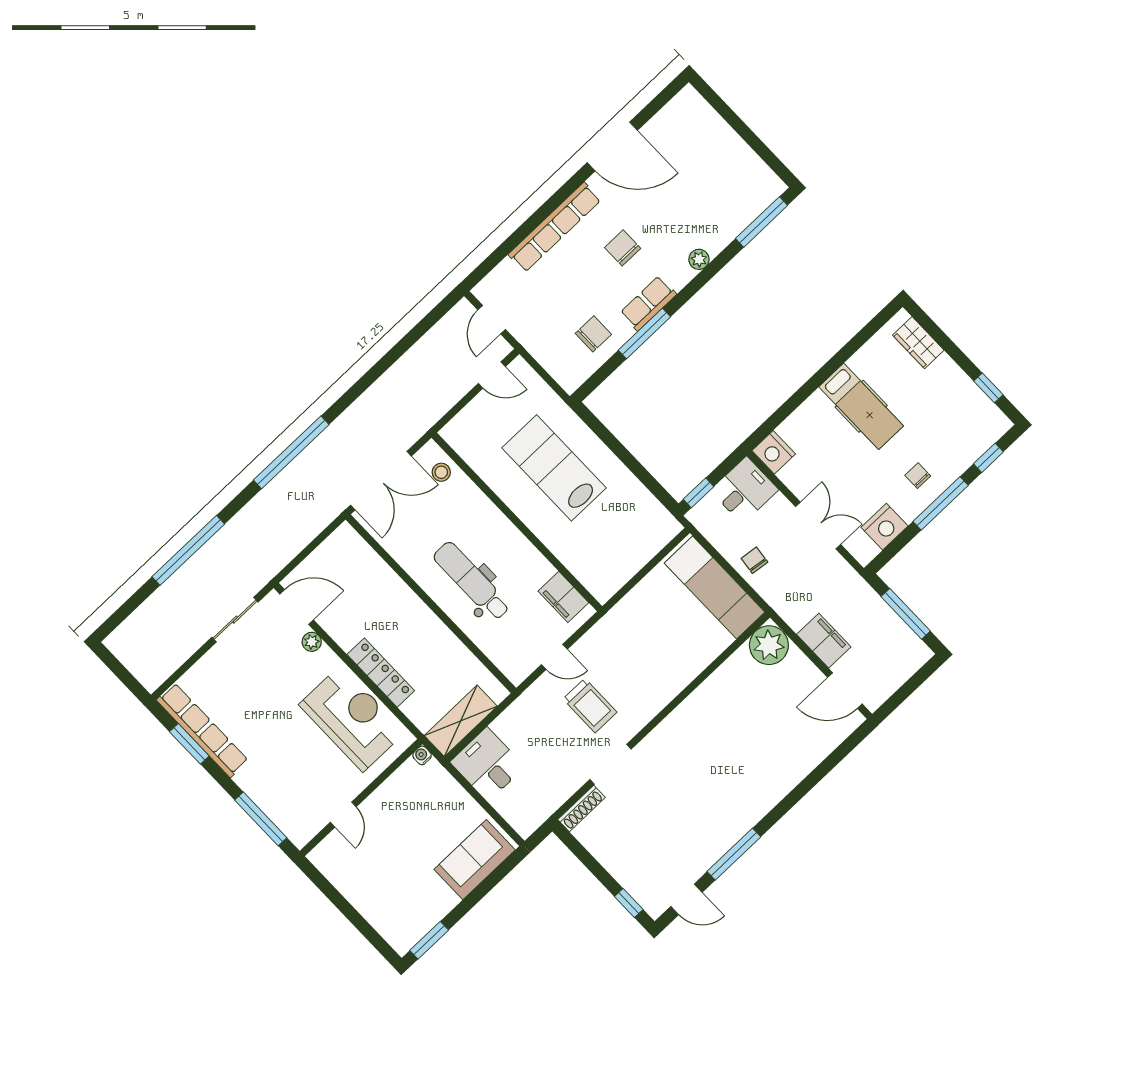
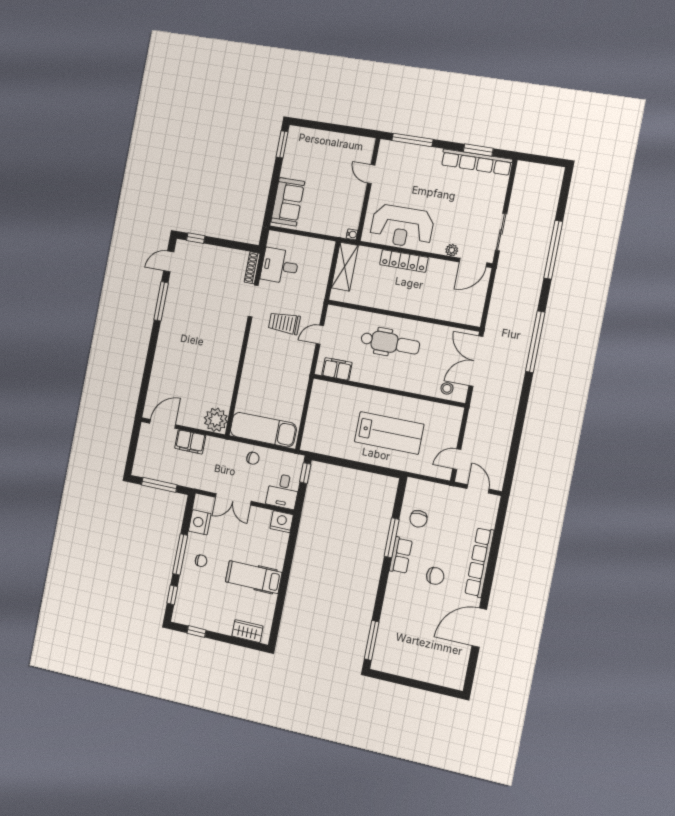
plant: (699, 259) -> (391, 598), removed
desk: (487, 764) -> (280, 266), moved, turned 180

